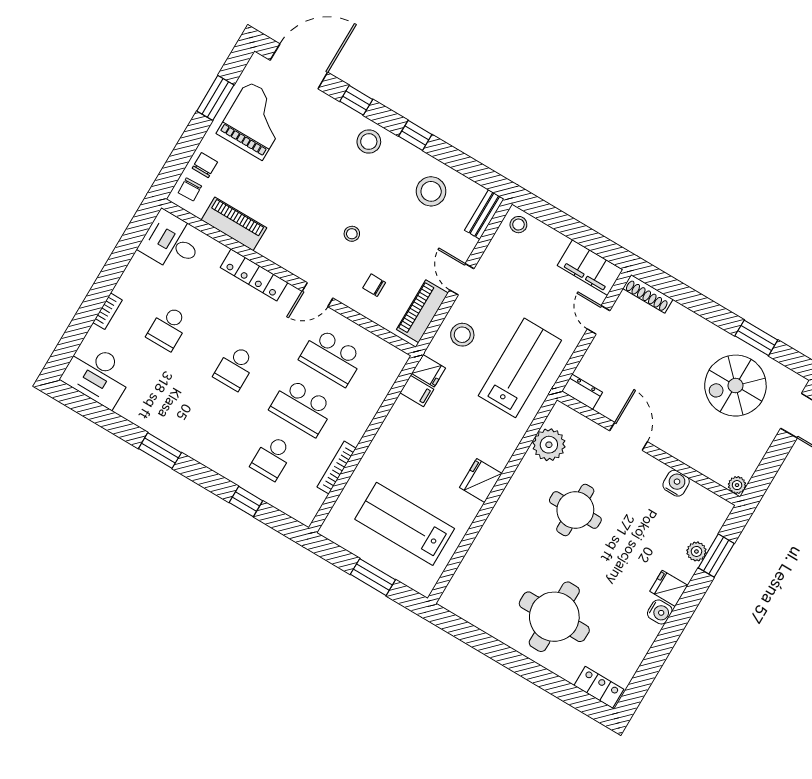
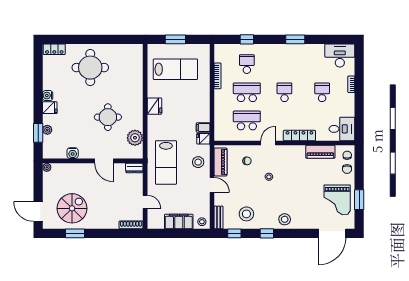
window: (356, 100) -> (234, 233), moved
filing cabinet: (590, 268) -> (179, 221), moved

